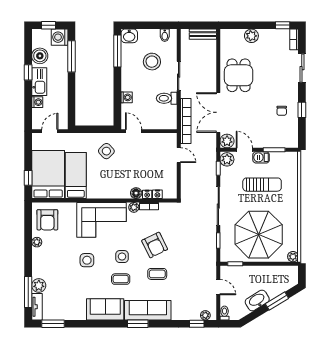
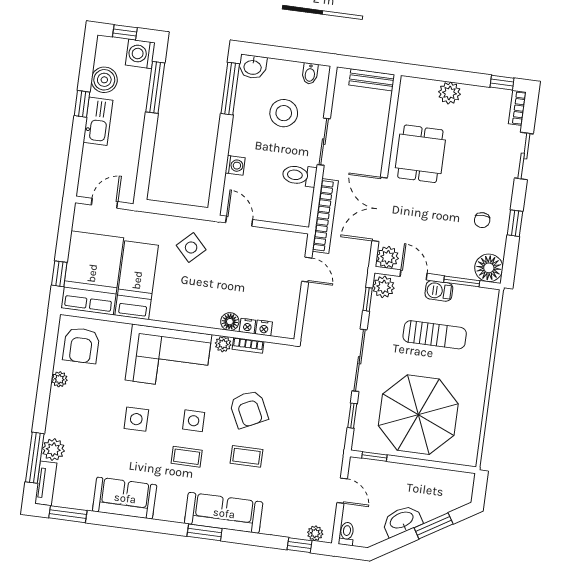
washing machine: (37, 102) -> (90, 154), removed
floor lamp: (290, 139) -> (489, 268), added
plant: (293, 257) -> (469, 458), removed
sofa: (105, 309) -> (125, 498), moved

